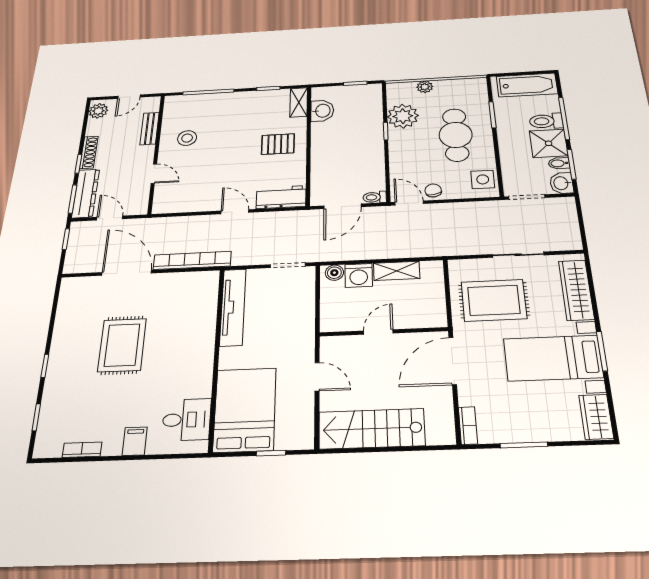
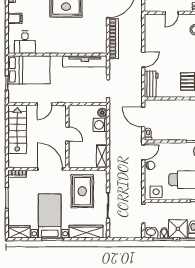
shelving: (396, 271) -> (102, 156), moved

